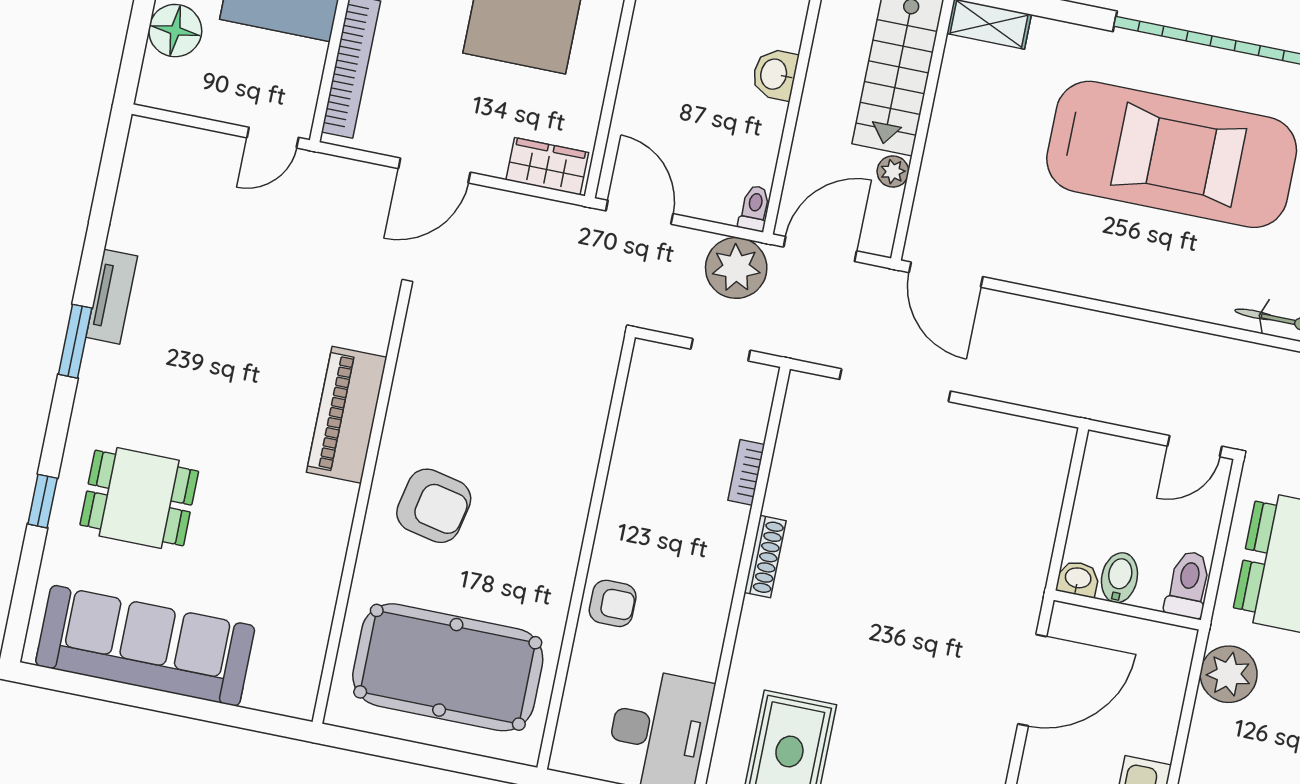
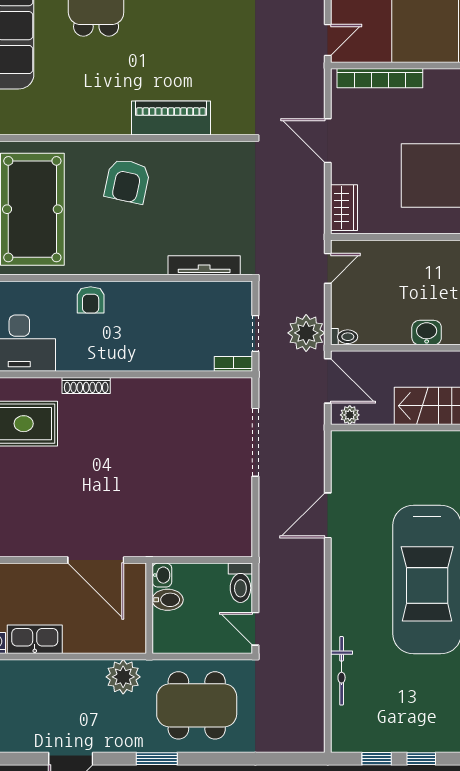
door: (273, 138) -> (328, 40), swing flipped
plant: (893, 172) -> (350, 415), moved
door: (639, 212) -> (328, 268), width x0.73
door: (946, 275) -> (328, 515), moved
tv unit: (594, 410) -> (204, 265), added
bookcase: (746, 472) -> (233, 364), moved
shoe rack: (765, 557) -> (86, 385), moved
toilet: (1188, 584) -> (240, 583), moved, turned 90

